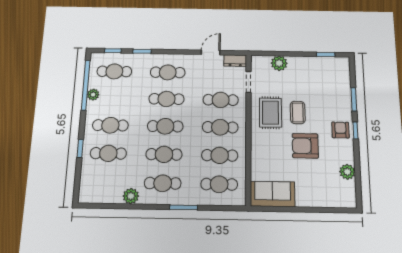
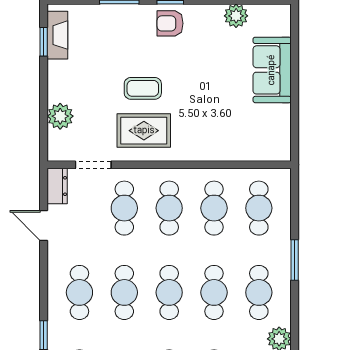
fireplace: (330, 62) -> (57, 35), added
armchair: (305, 146) -> (196, 78), removed
sofa: (273, 194) -> (272, 70), moved

